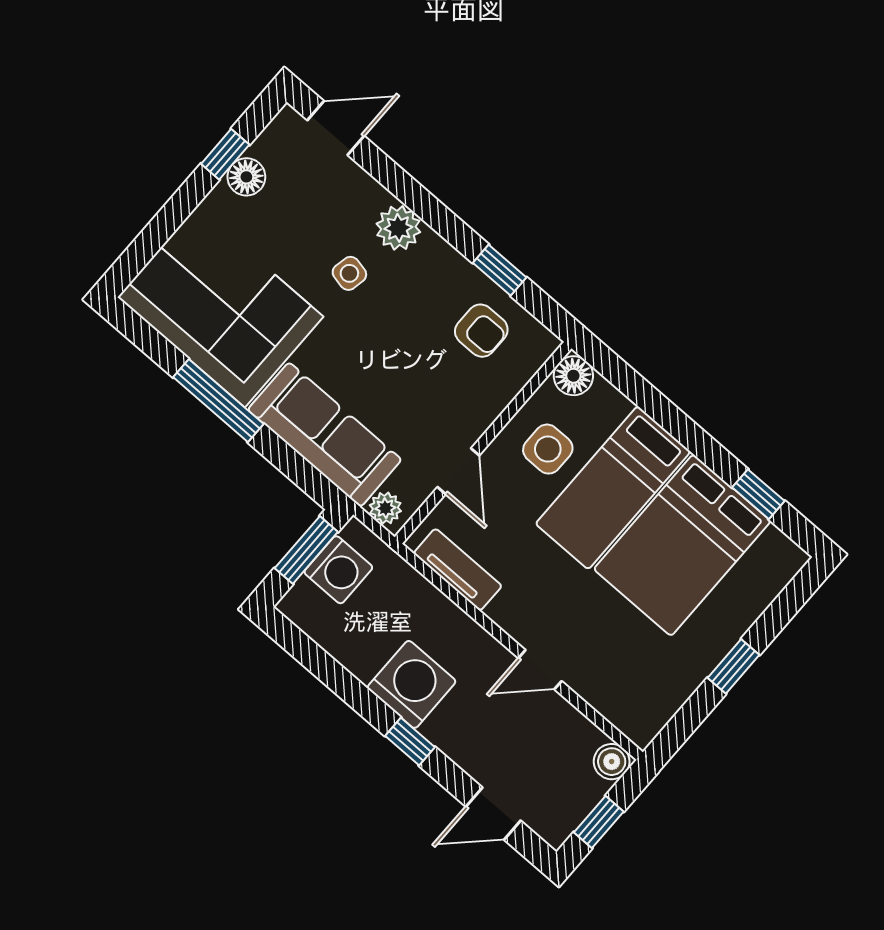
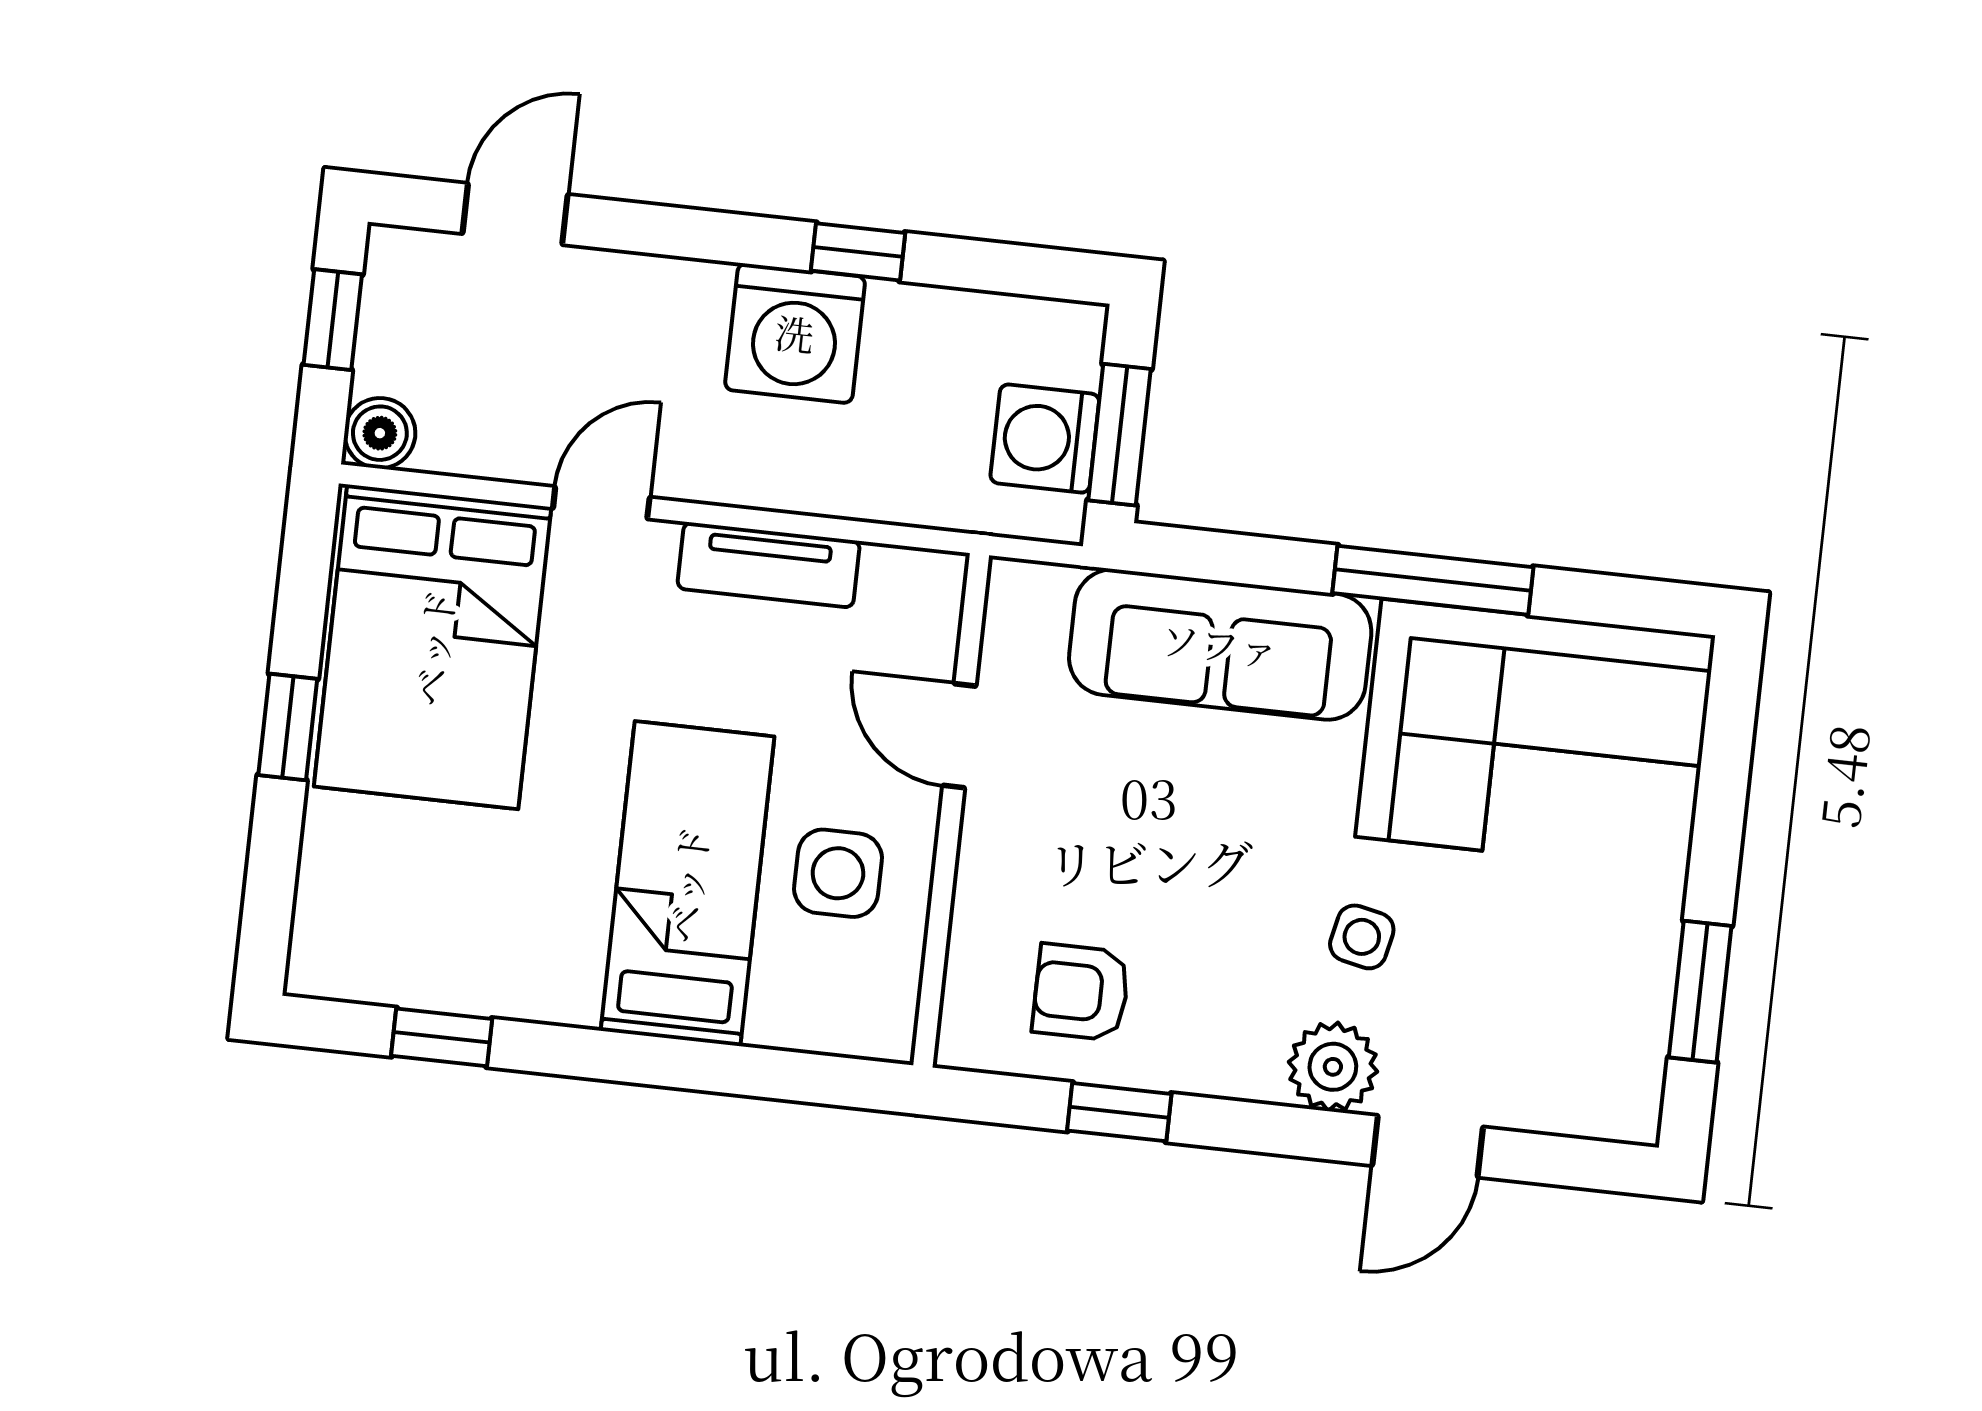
door: (336, 128) -> (1428, 1146), moved
window: (225, 154) -> (1700, 992), width x1.50
floor lamp: (246, 177) -> (1640, 979), removed
floor lamp: (573, 376) -> (879, 1022), removed
plant: (385, 508) -> (1037, 593), removed
bed: (682, 545) -> (433, 647), moved, turned 180
tv unit: (458, 570) -> (769, 565), moved
window: (410, 741) -> (858, 252), moved

